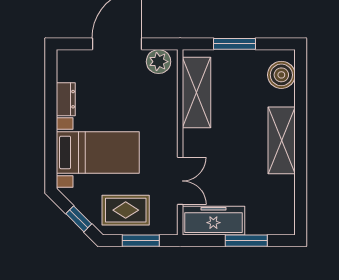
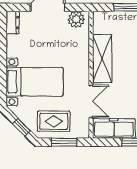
shelving: (197, 93) -> (102, 59), moved
dresser: (66, 99) -> (13, 23), moved

